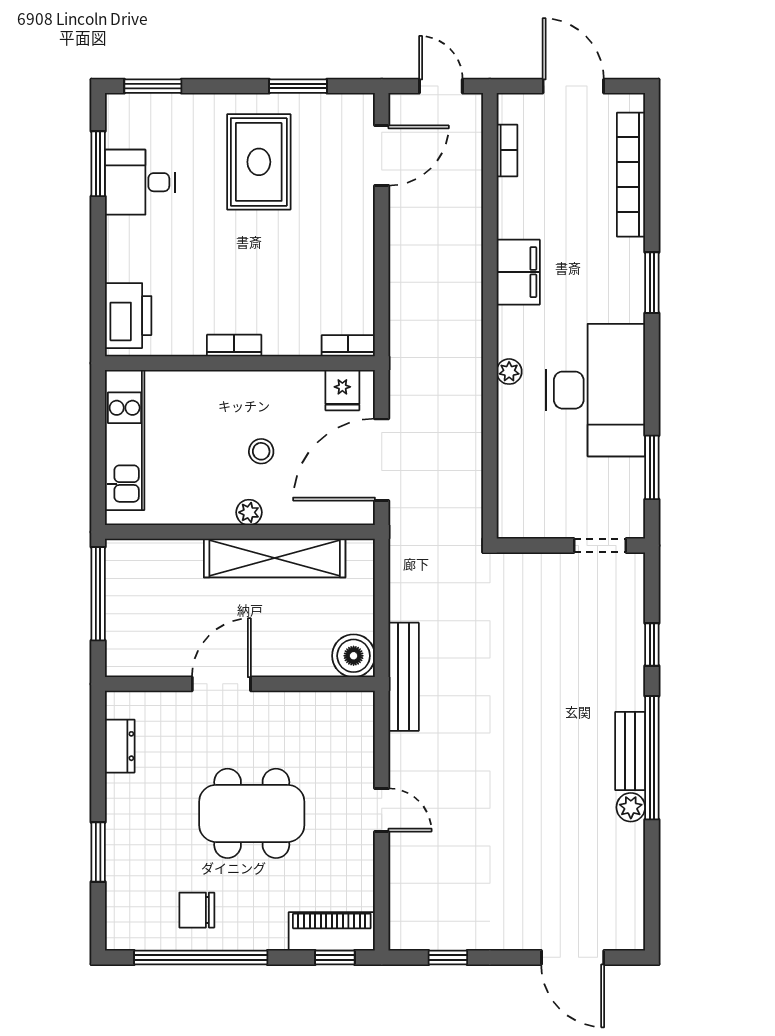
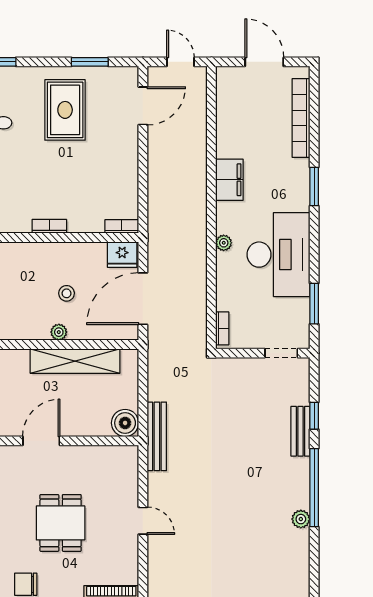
bookcase: (507, 150) -> (222, 328), moved
fridge: (342, 390) -> (122, 255), width x1.38
bench: (630, 751) -> (300, 431), moved
dining table: (252, 813) -> (61, 523), width x0.73

